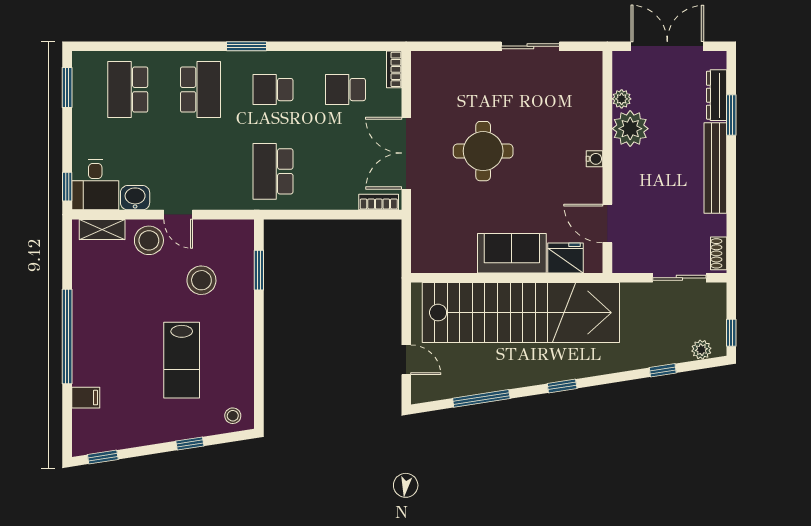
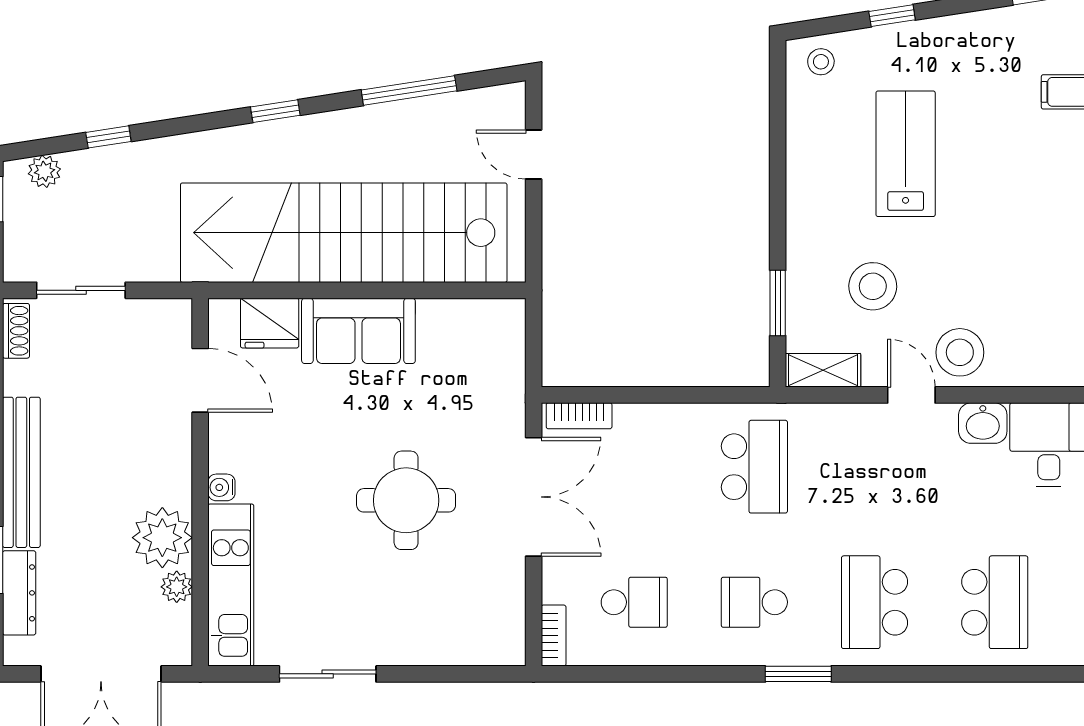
school desk: (273, 90) -> (754, 602), turned 180
kitchen unit: (589, 100) -> (231, 585), added
shelving: (102, 230) -> (823, 370), moved

